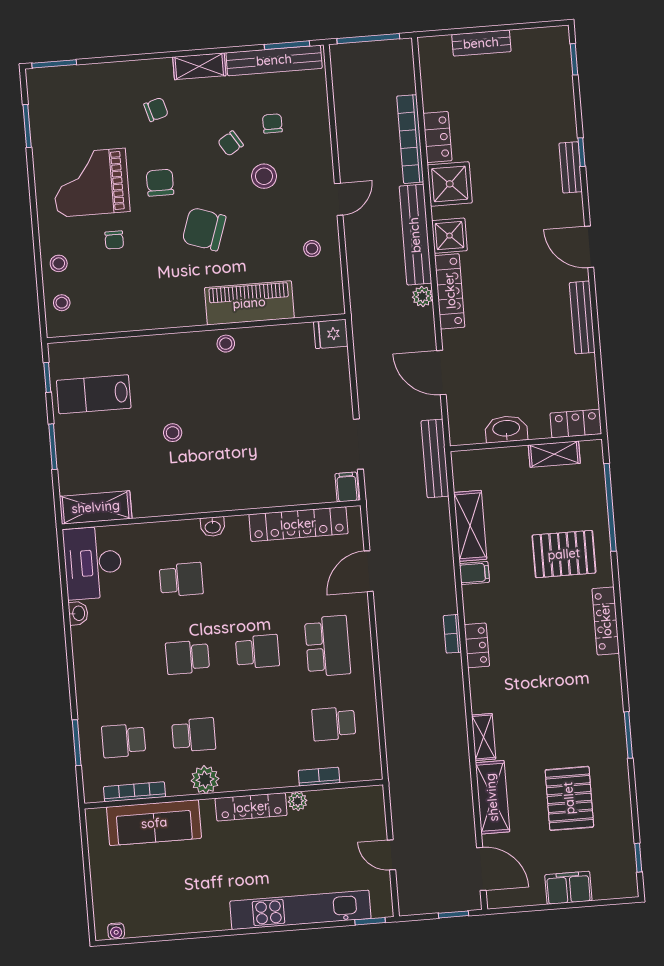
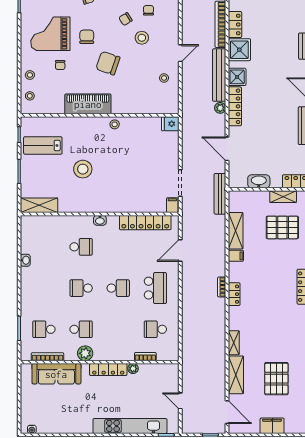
piano: (249, 303) -> (88, 104), moved
stool: (173, 433) -> (83, 169), width x1.89, depth x1.89
pallet: (564, 554) -> (282, 227), moved
desk: (93, 563) -> (35, 234), removed

